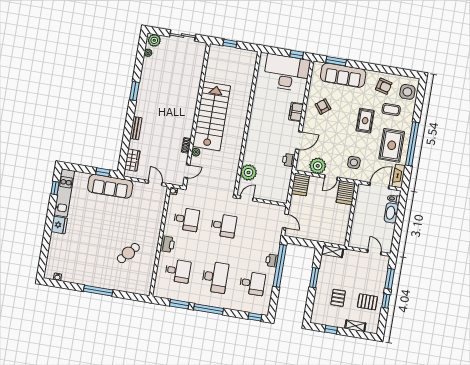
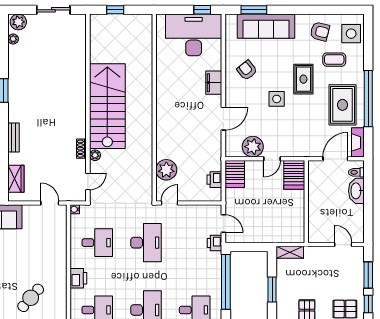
printer: (289, 160) -> (214, 180), moved
side table: (354, 162) -> (277, 99), moved
desk: (224, 226) -> (146, 243), width x1.37
printer: (272, 260) -> (215, 243), moved

